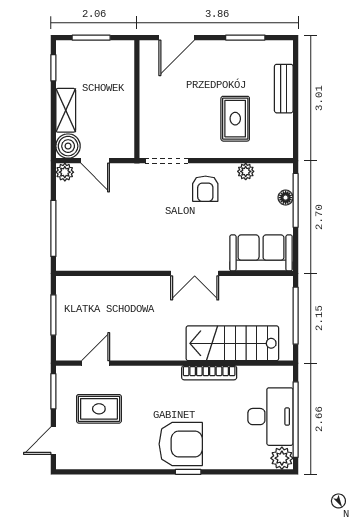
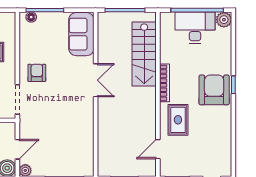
plant: (246, 171) -> (25, 45), removed
armchair: (205, 189) -> (37, 73), turned -90
floor lamp: (286, 198) -> (31, 17), moved
door: (96, 363) -> (158, 149), hinge flipped
bookcase: (209, 373) -> (165, 83), moved
rug: (99, 409) -> (178, 120), moved

